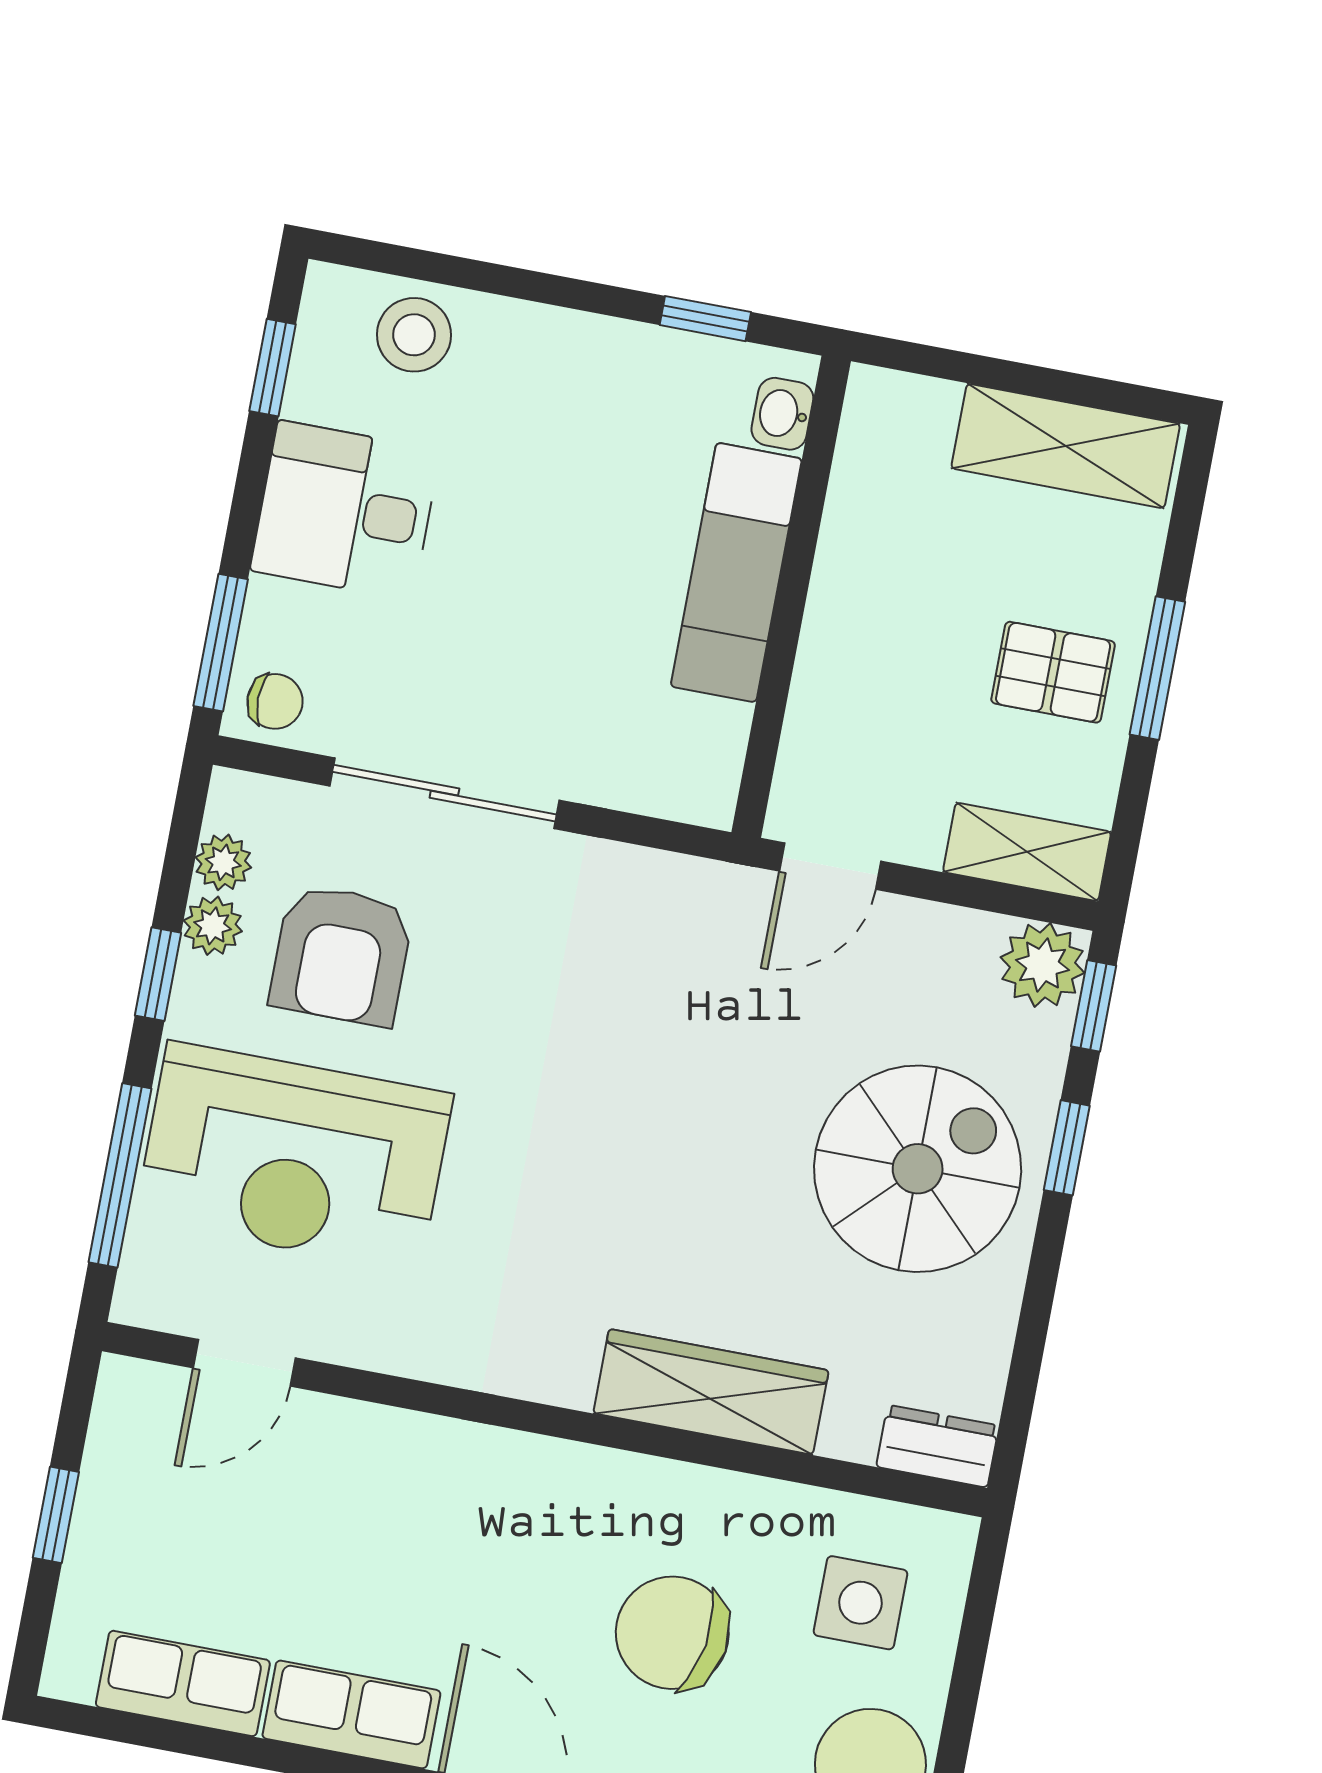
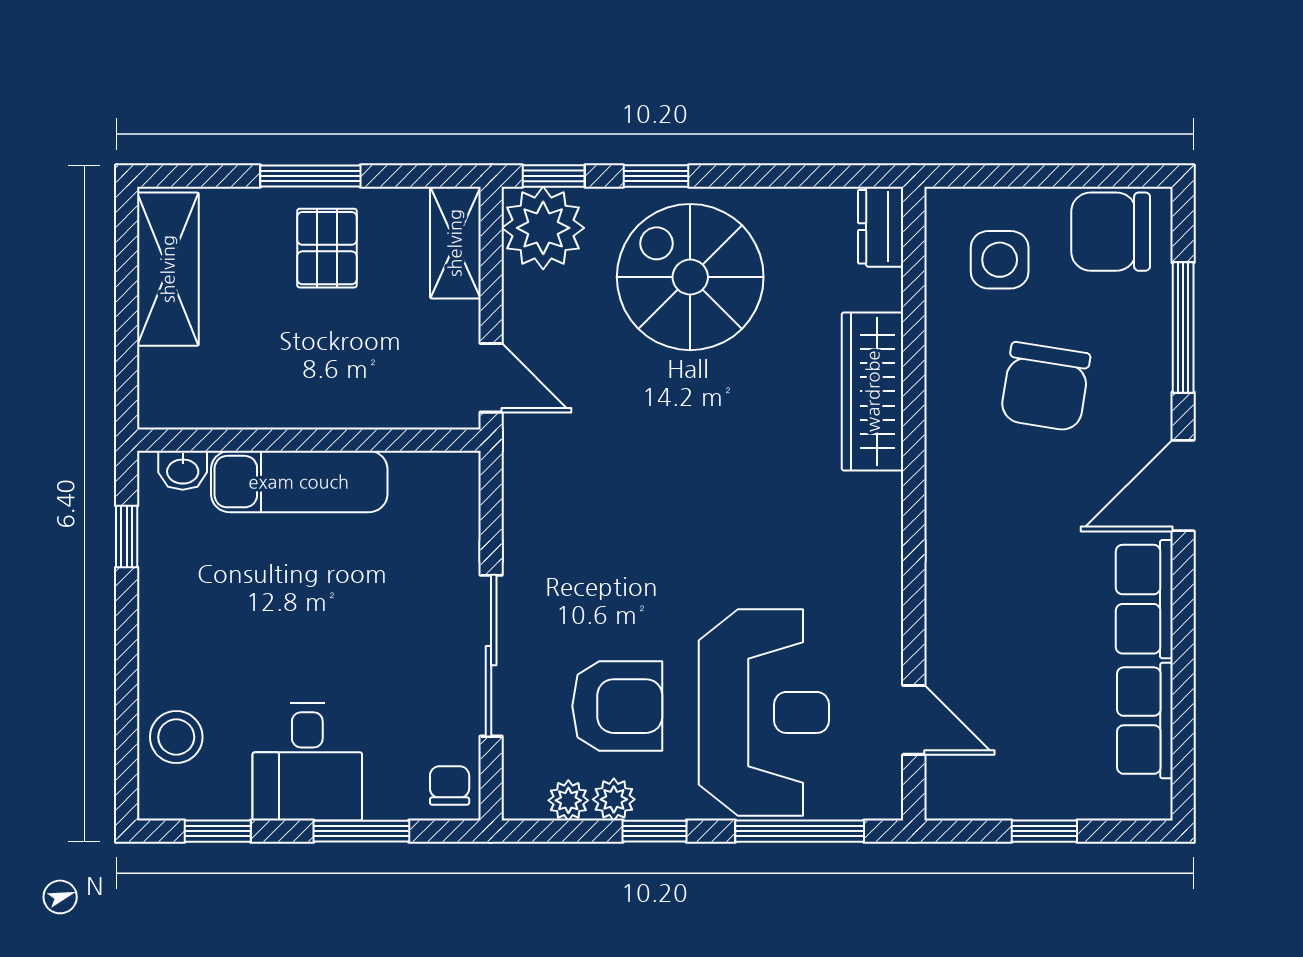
window: (221, 643) -> (361, 831), moved
plant: (1043, 965) -> (543, 228), width x1.36, depth x1.36

